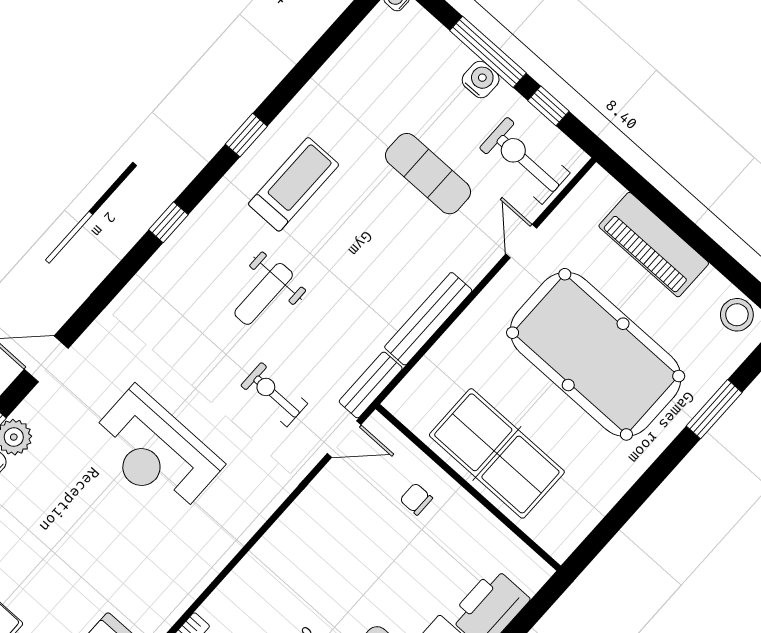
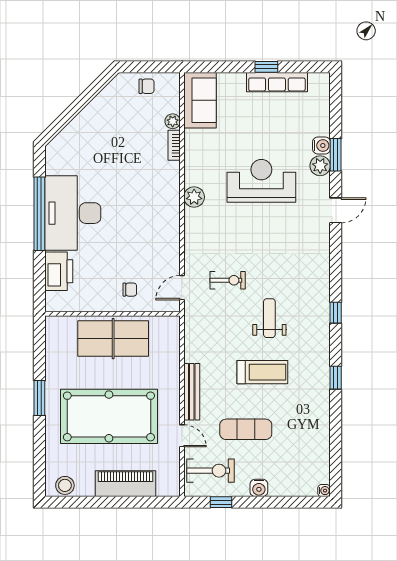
window: (488, 52) -> (266, 502), removed
treadmill: (294, 184) -> (262, 372), moved, turned -90
bench: (428, 319) -> (192, 392), moved
bench: (371, 385) -> (191, 320), removed
window: (714, 409) -> (39, 398), moved
reception desk: (155, 452) -> (261, 181), moved
plant: (220, 546) -> (194, 197), added

